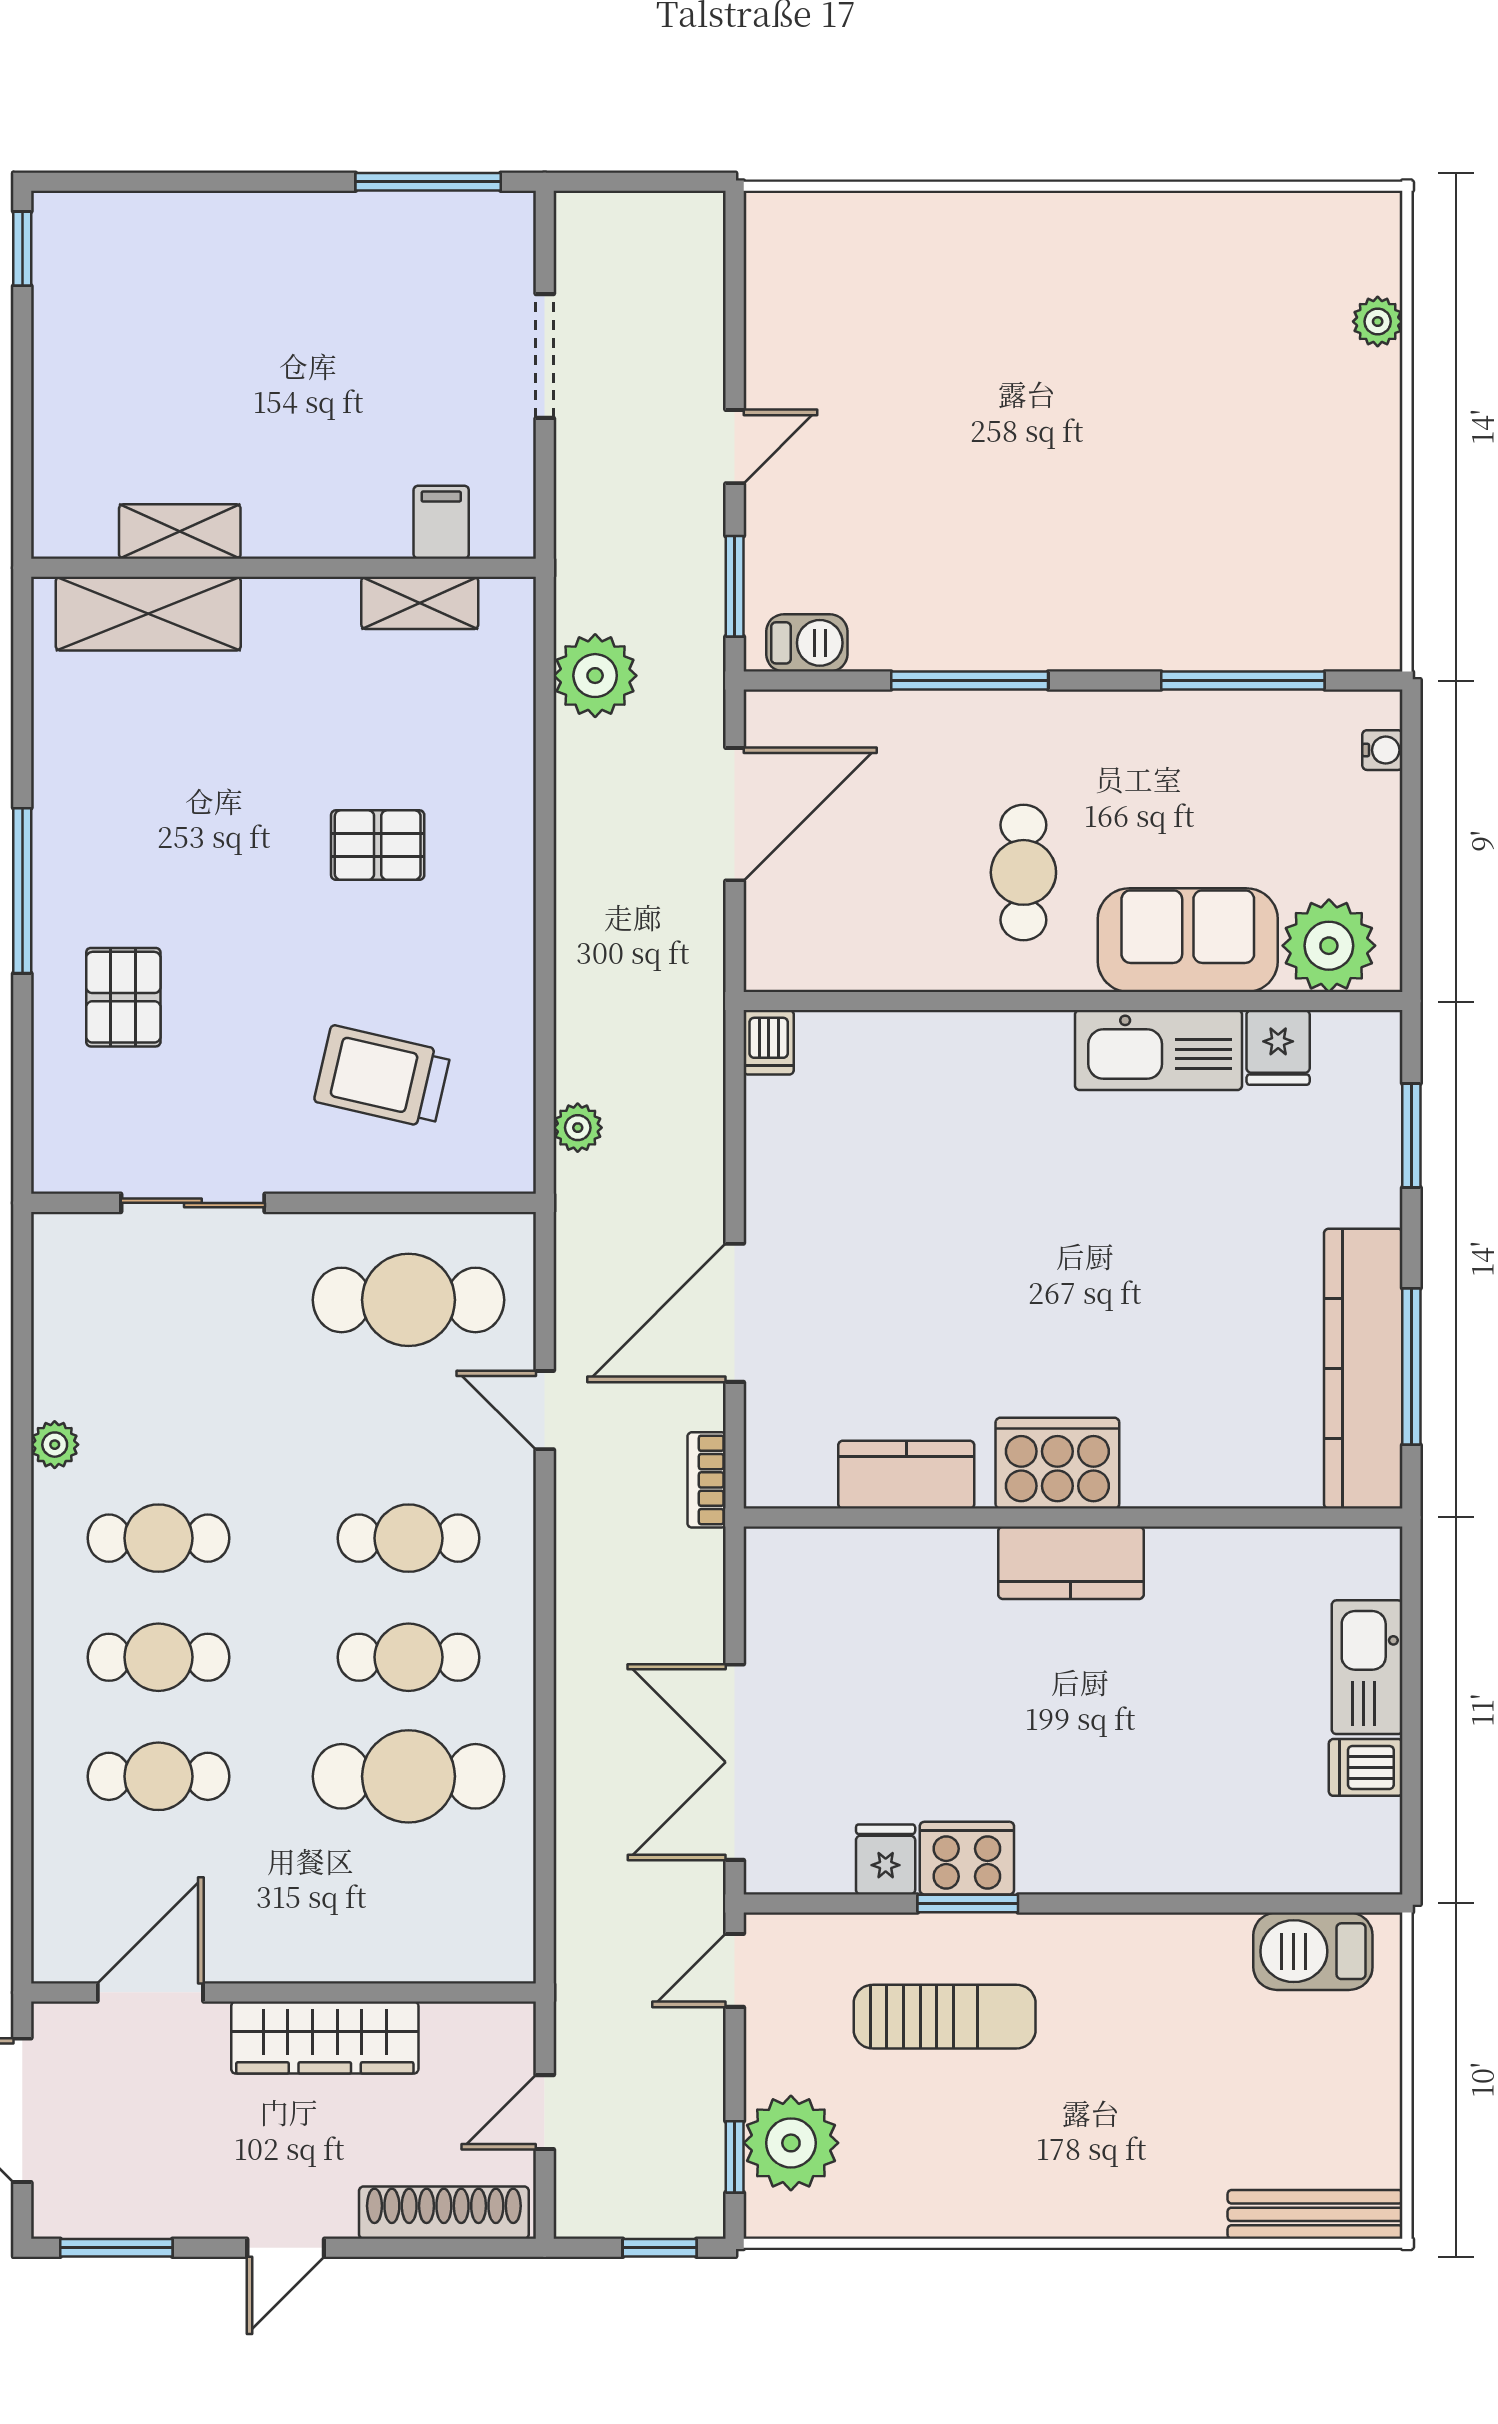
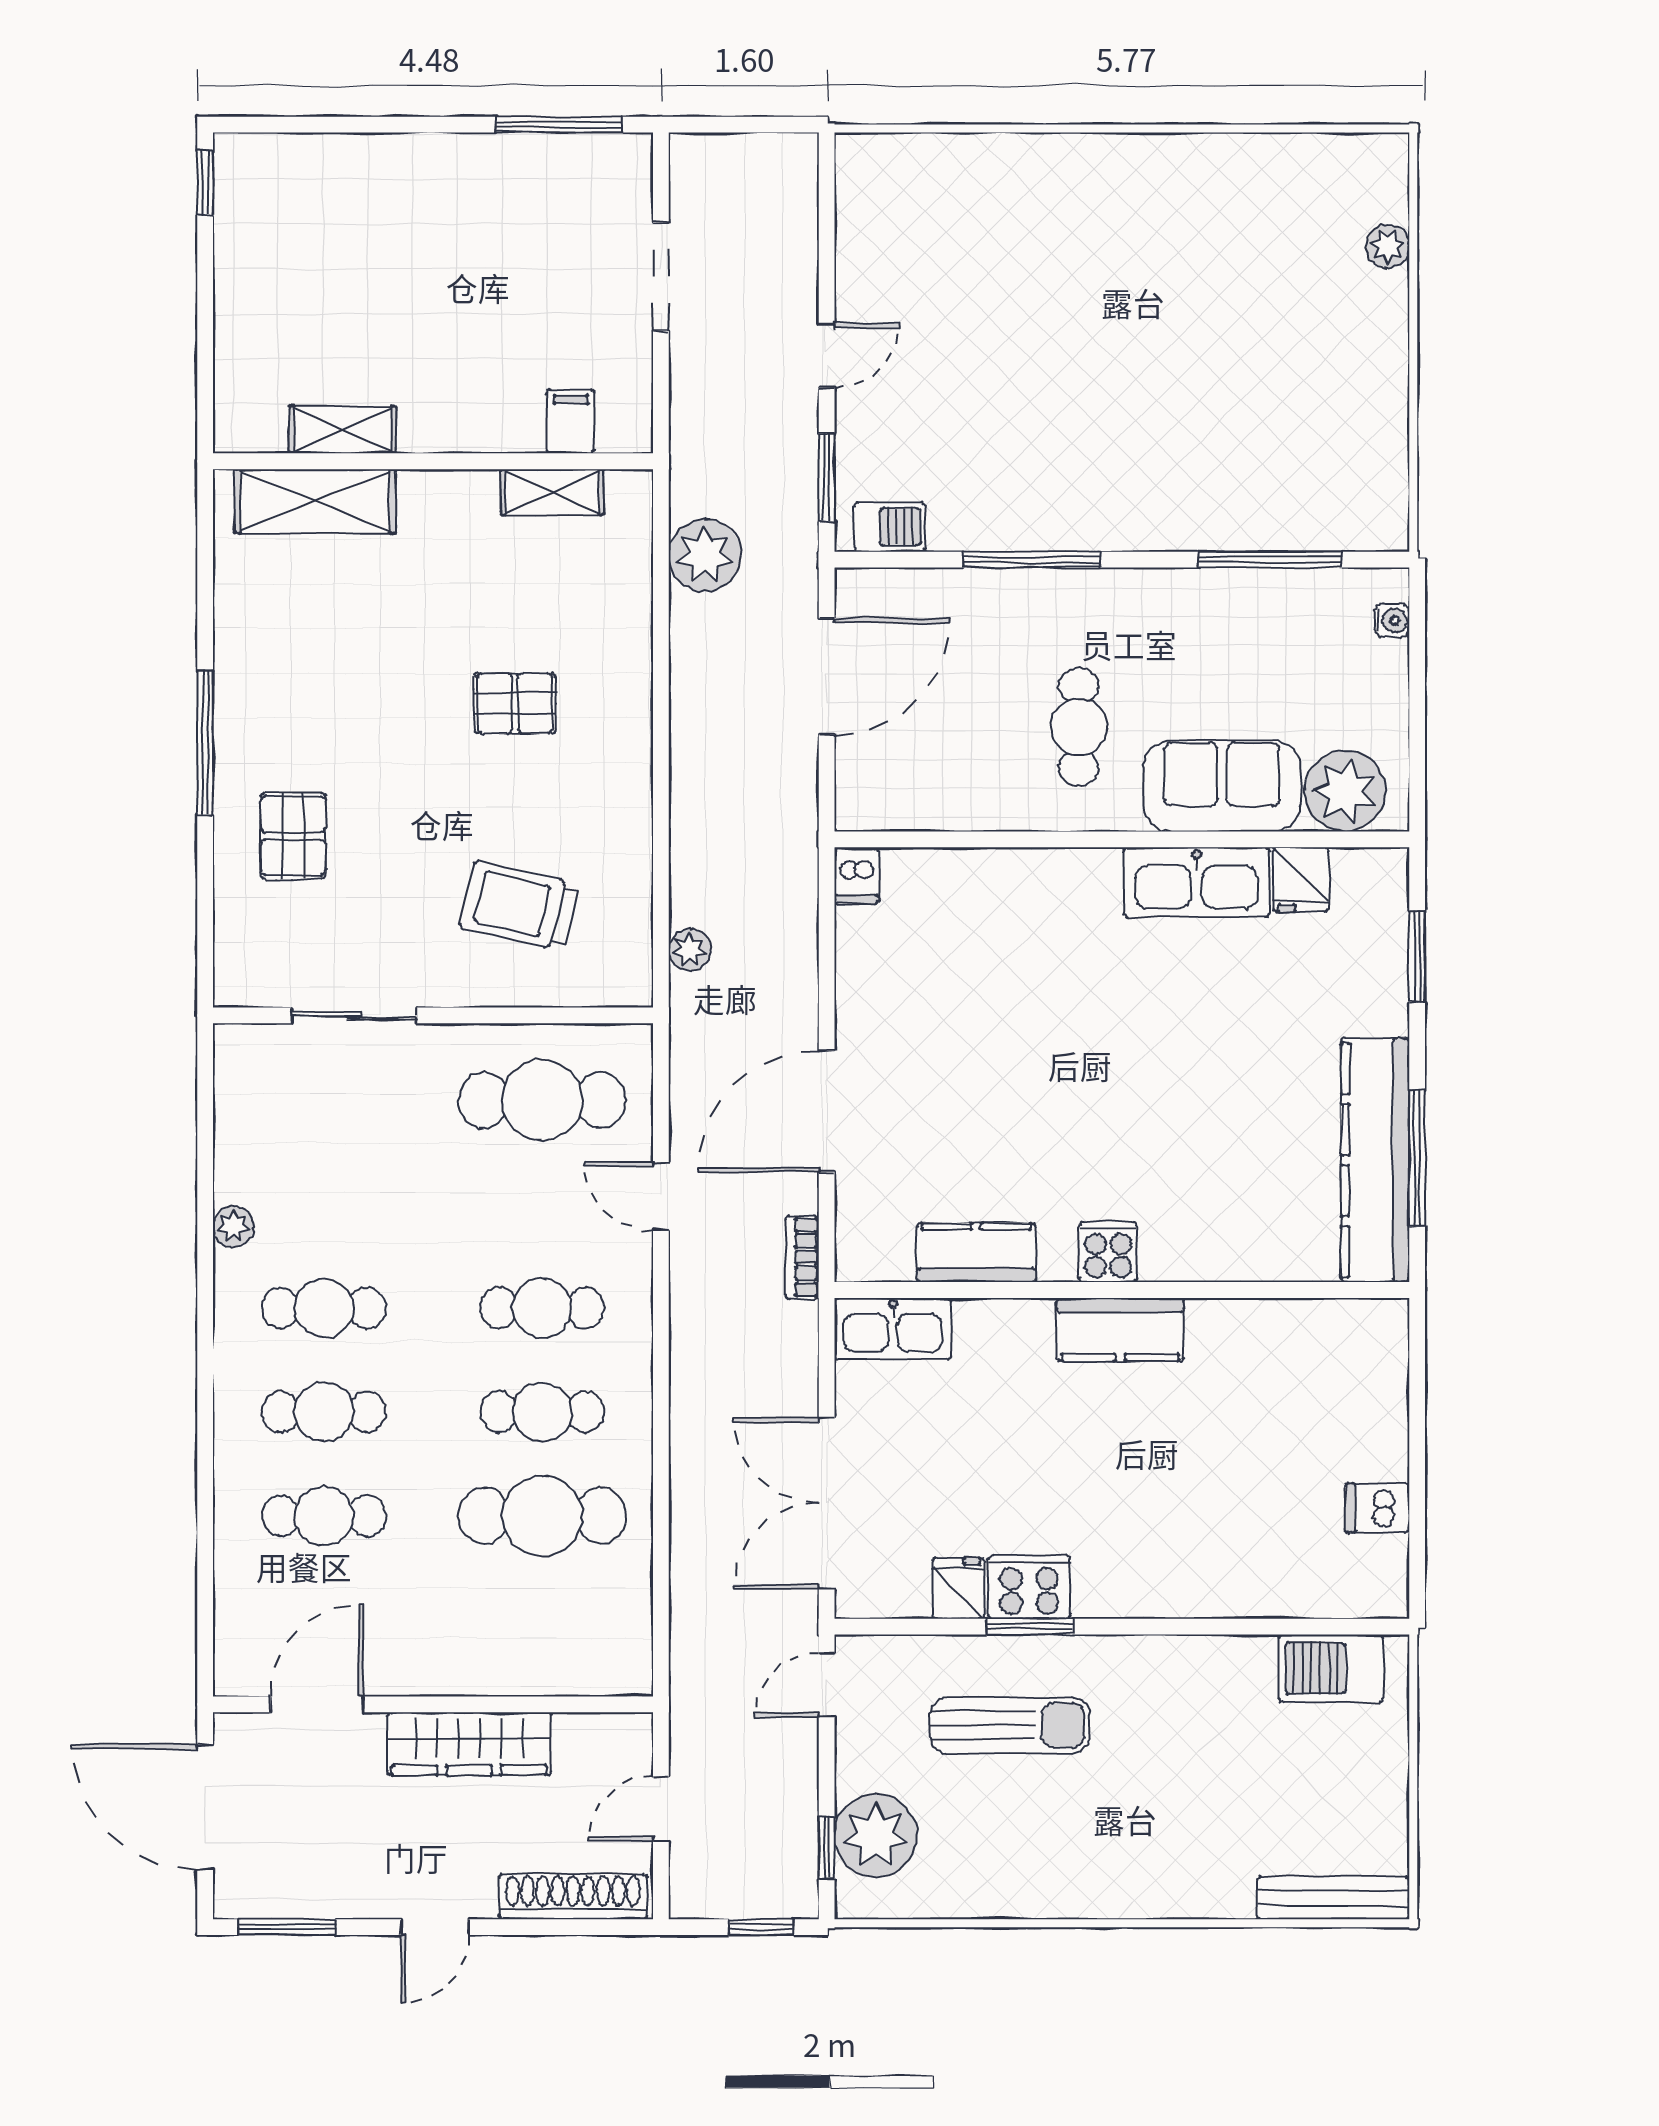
cooker: (1057, 1463) -> (1108, 1252), width x0.53, depth x0.76
kitchen sink: (1367, 1667) -> (893, 1329), moved, turned -90

